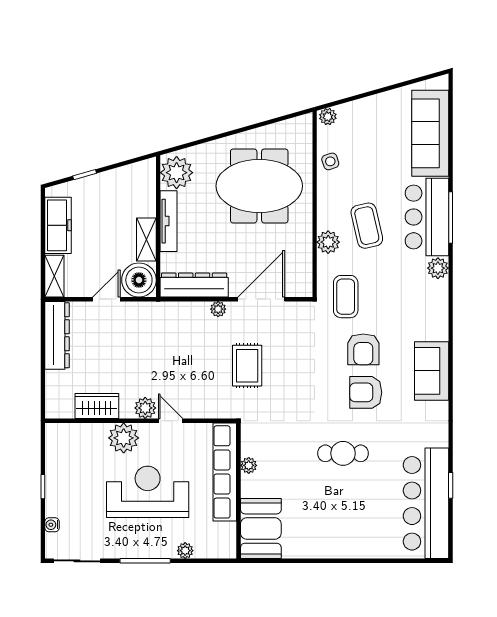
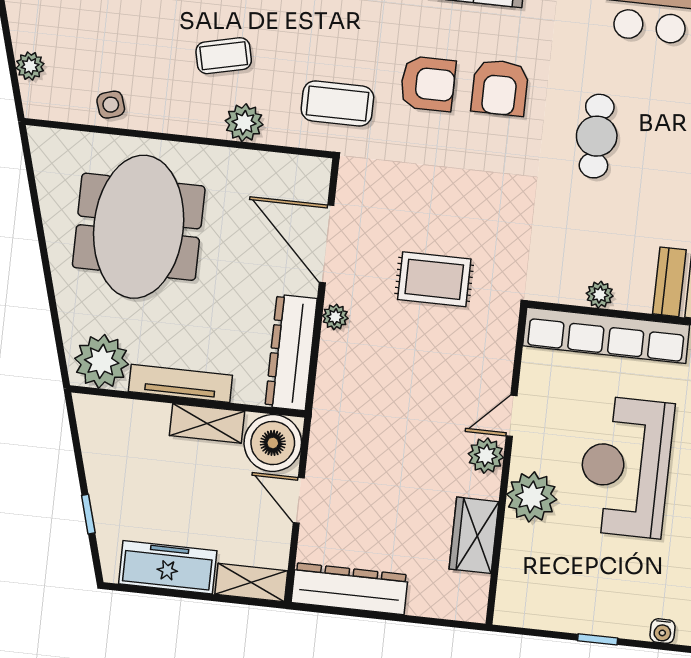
plant: (328, 117) -> (30, 66), moved
coffee table: (367, 226) -> (224, 56), width x0.73, depth x0.77

